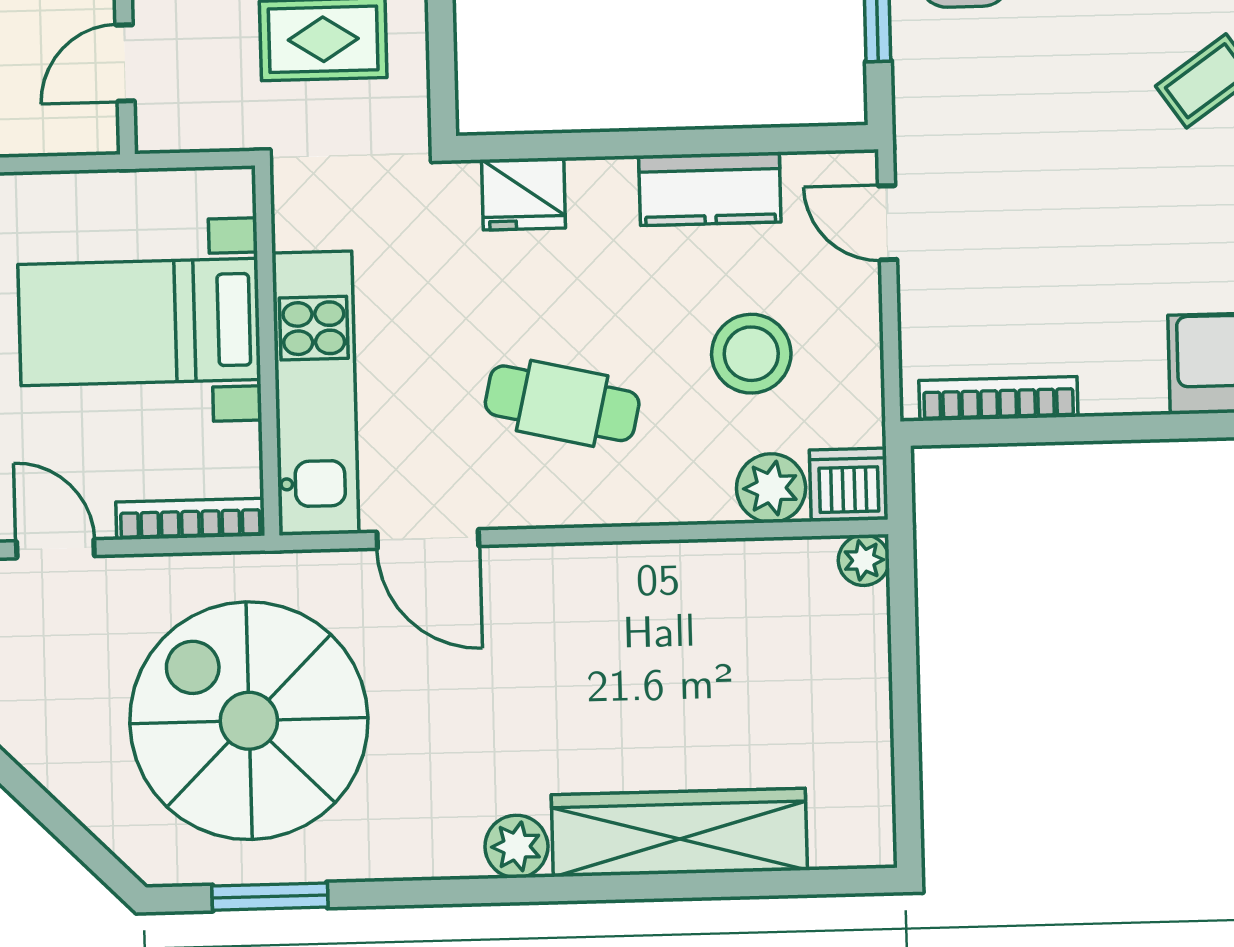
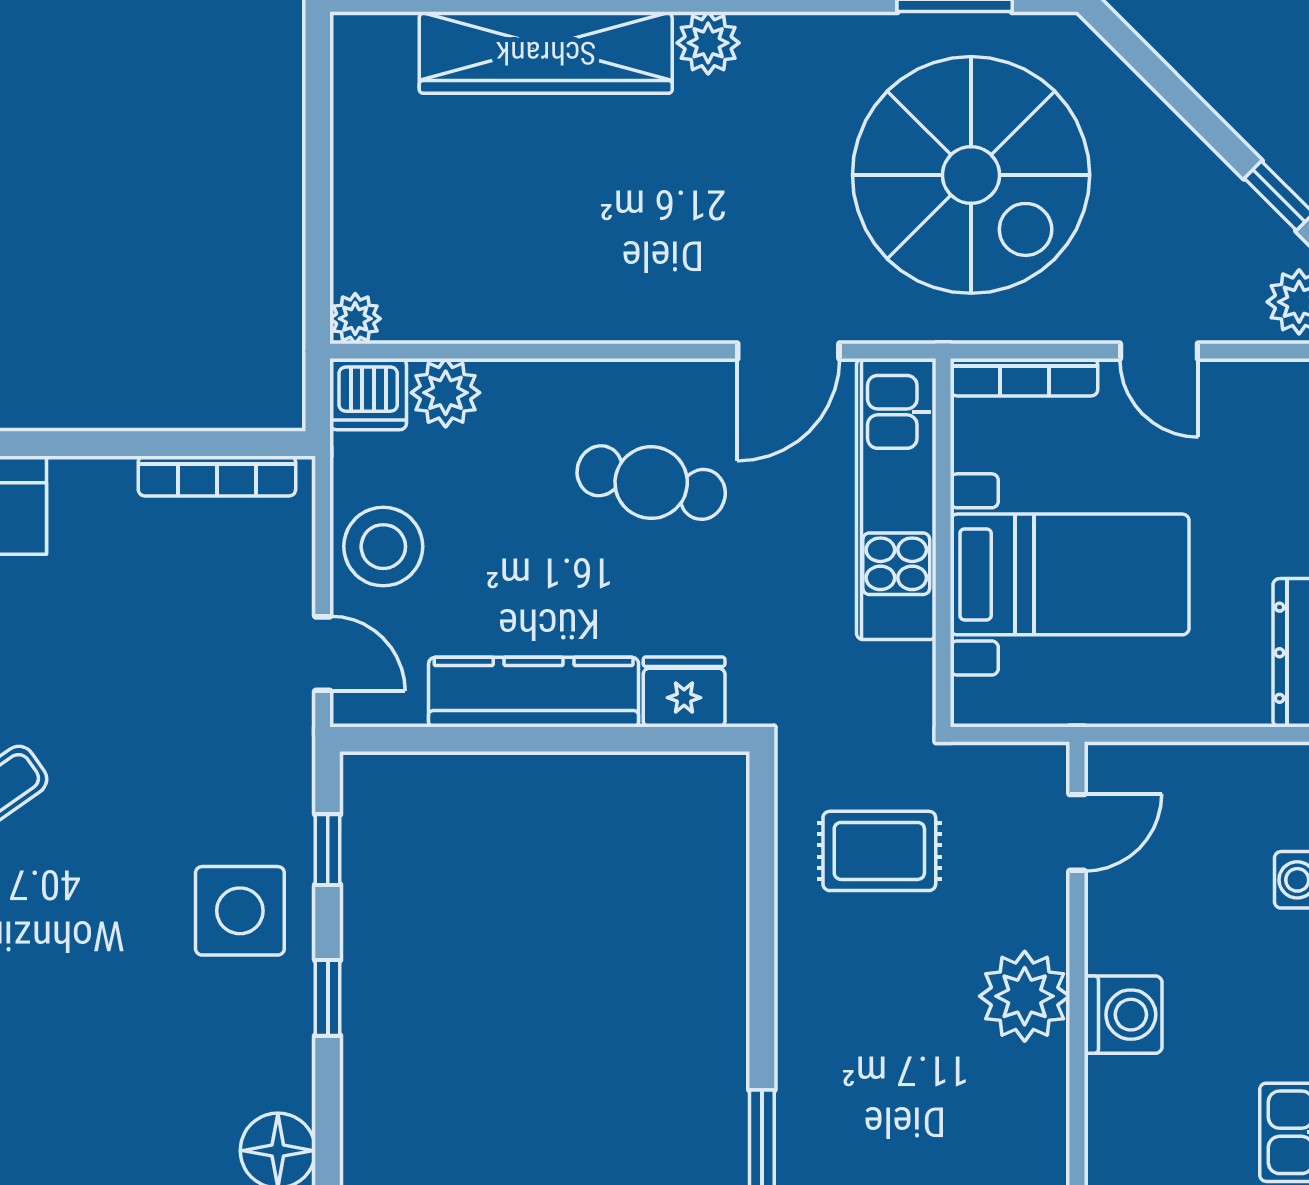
kitchen counter: (710, 189) -> (534, 692), width x1.50
stool: (751, 354) -> (383, 547), moved
door: (428, 539) -> (788, 351), swing flipped

